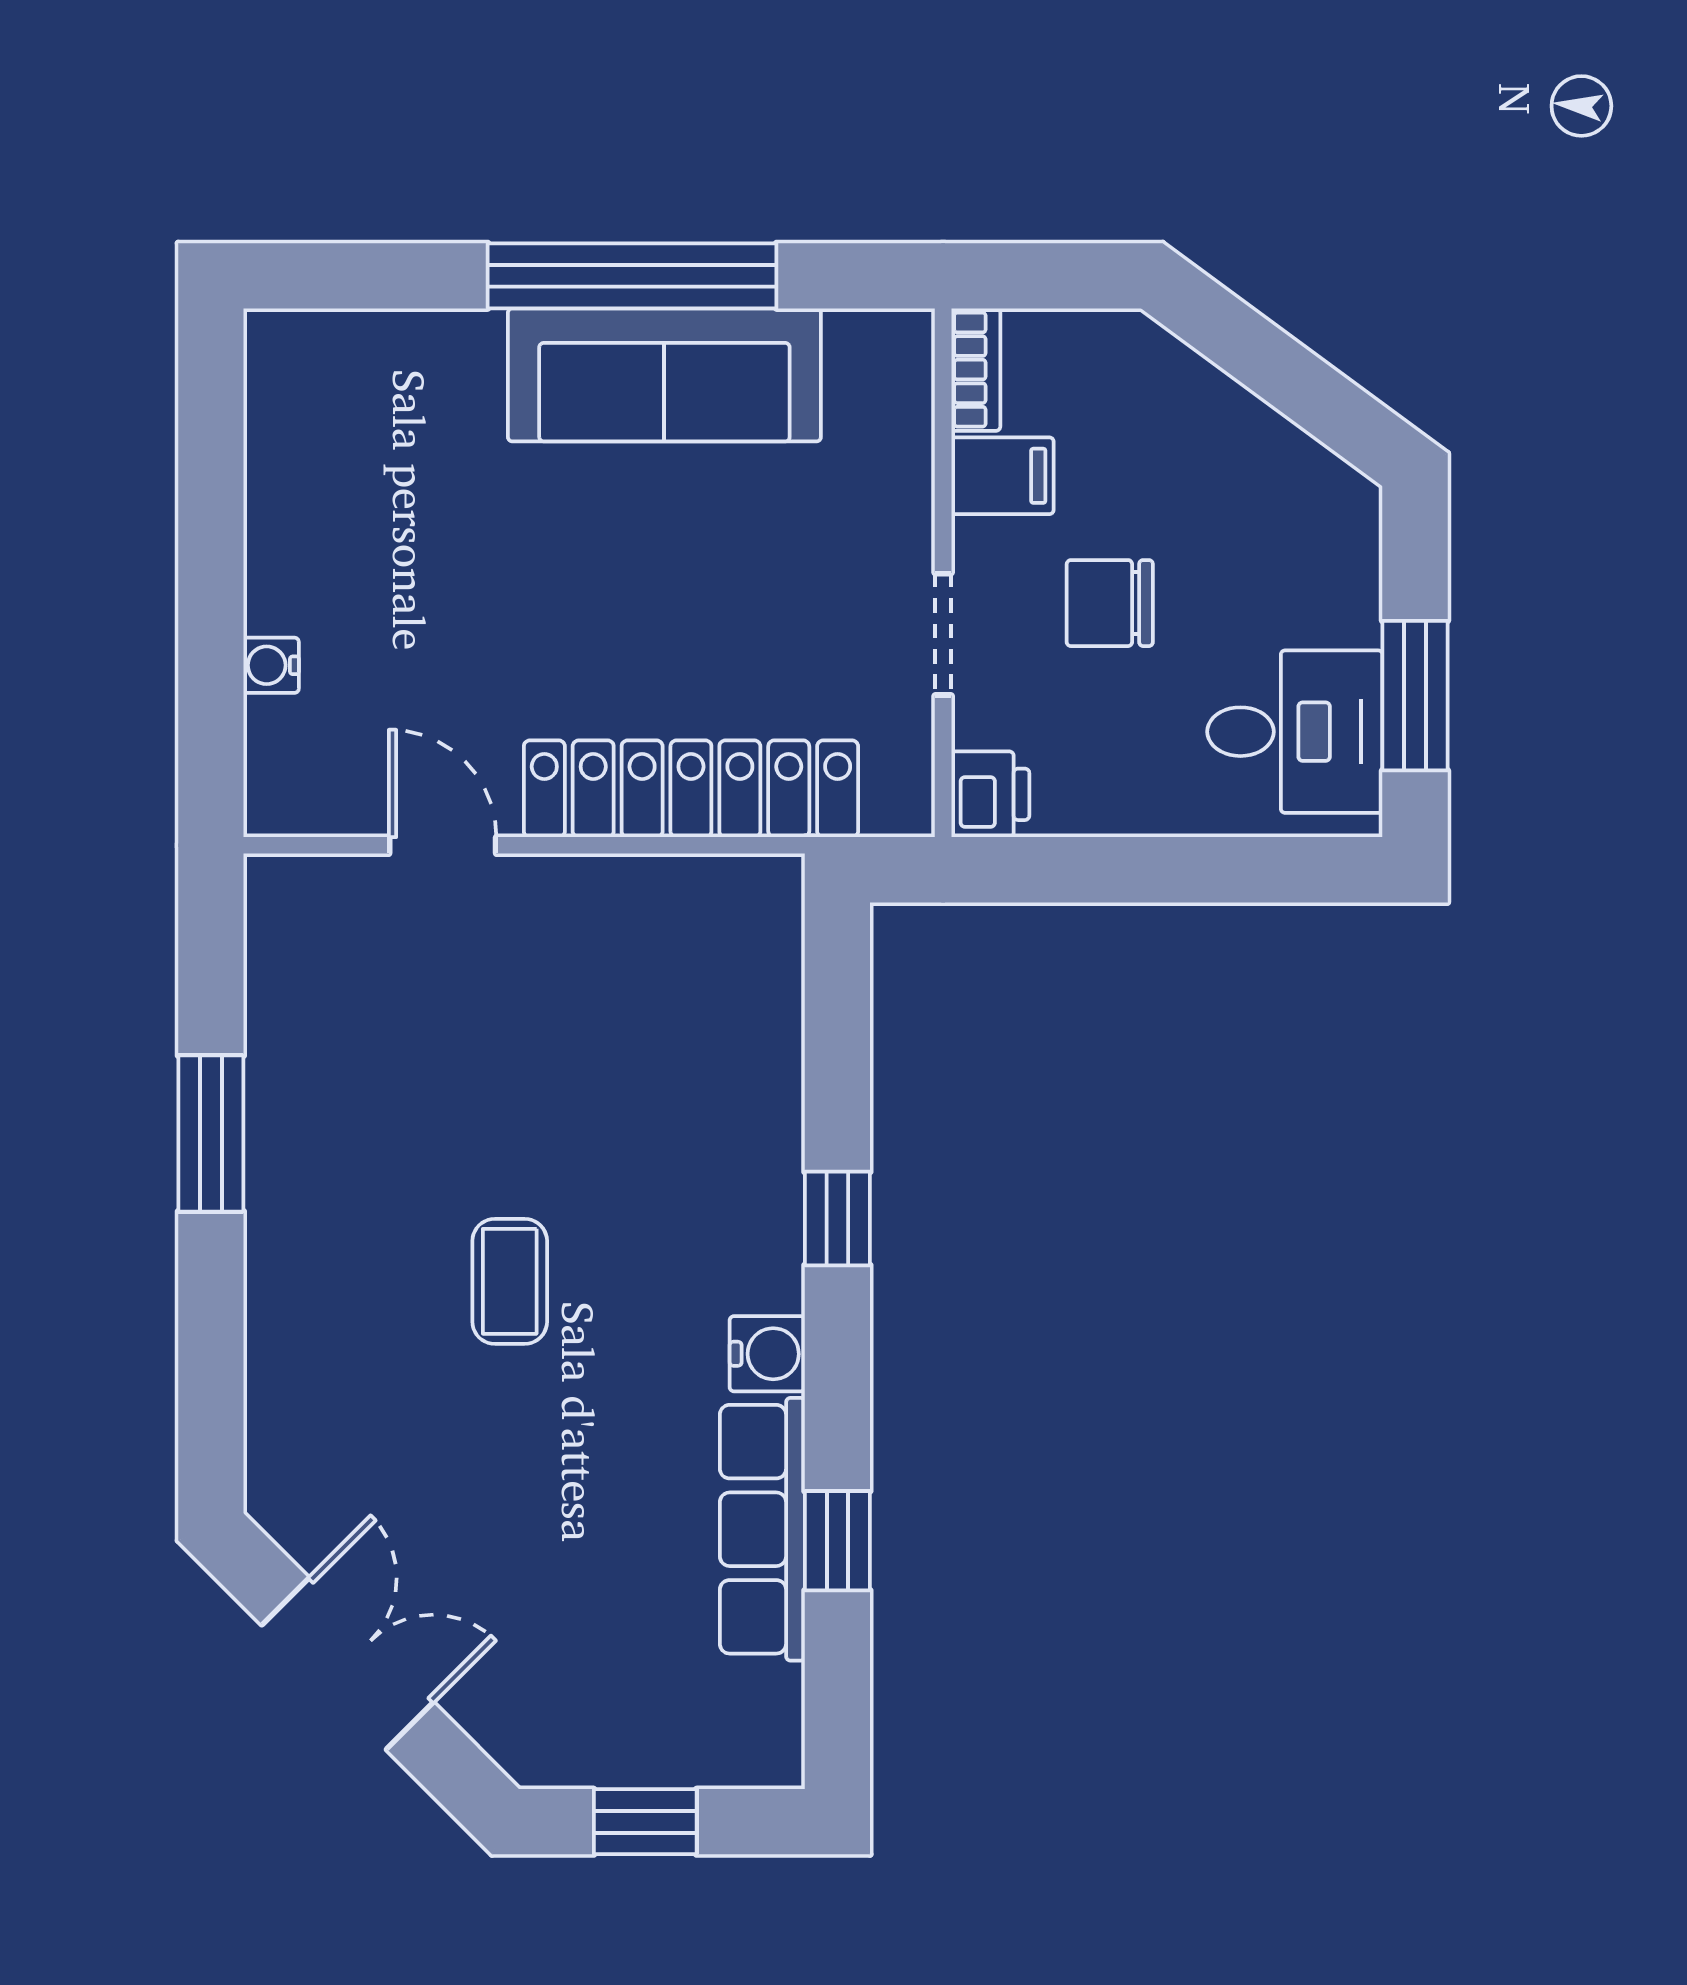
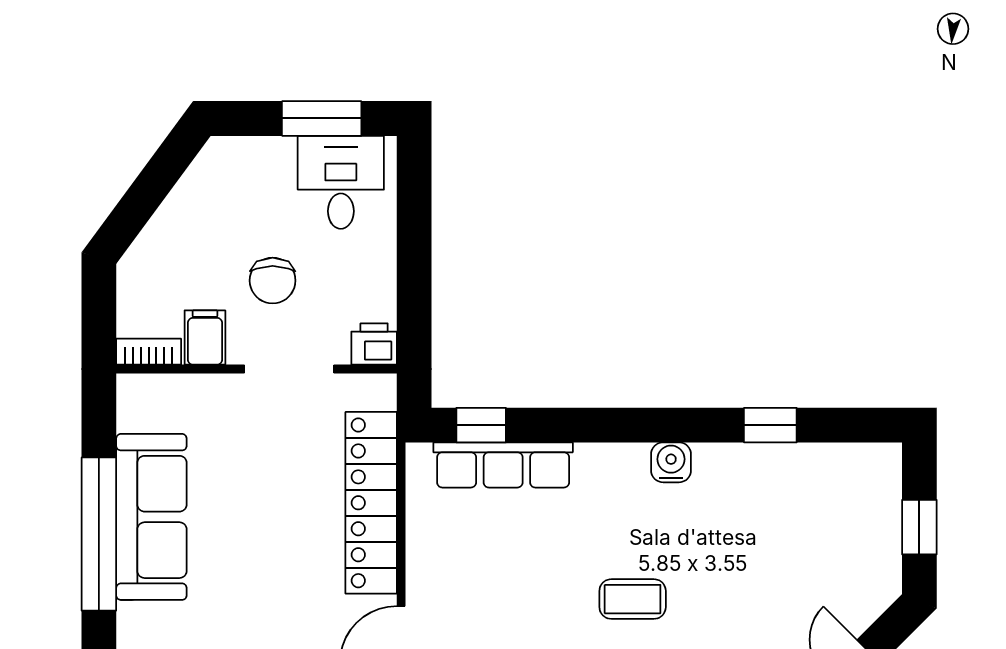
doorway: (943, 634) -> (289, 369), width x1.38
window: (837, 1218) -> (481, 425), moved
row of seats: (762, 1529) -> (503, 465), moved

